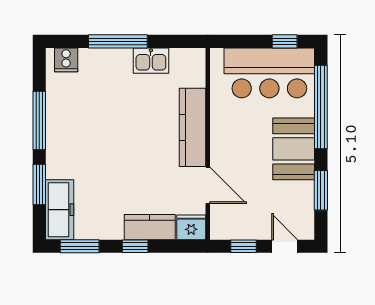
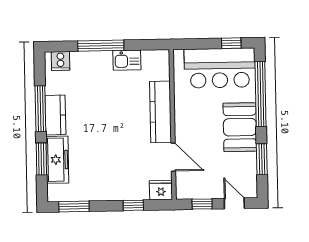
freezer: (60, 210) -> (57, 160), moved
kitchen counter: (150, 227) -> (55, 115), moved, turned 90
window: (135, 246) -> (133, 205), moved

